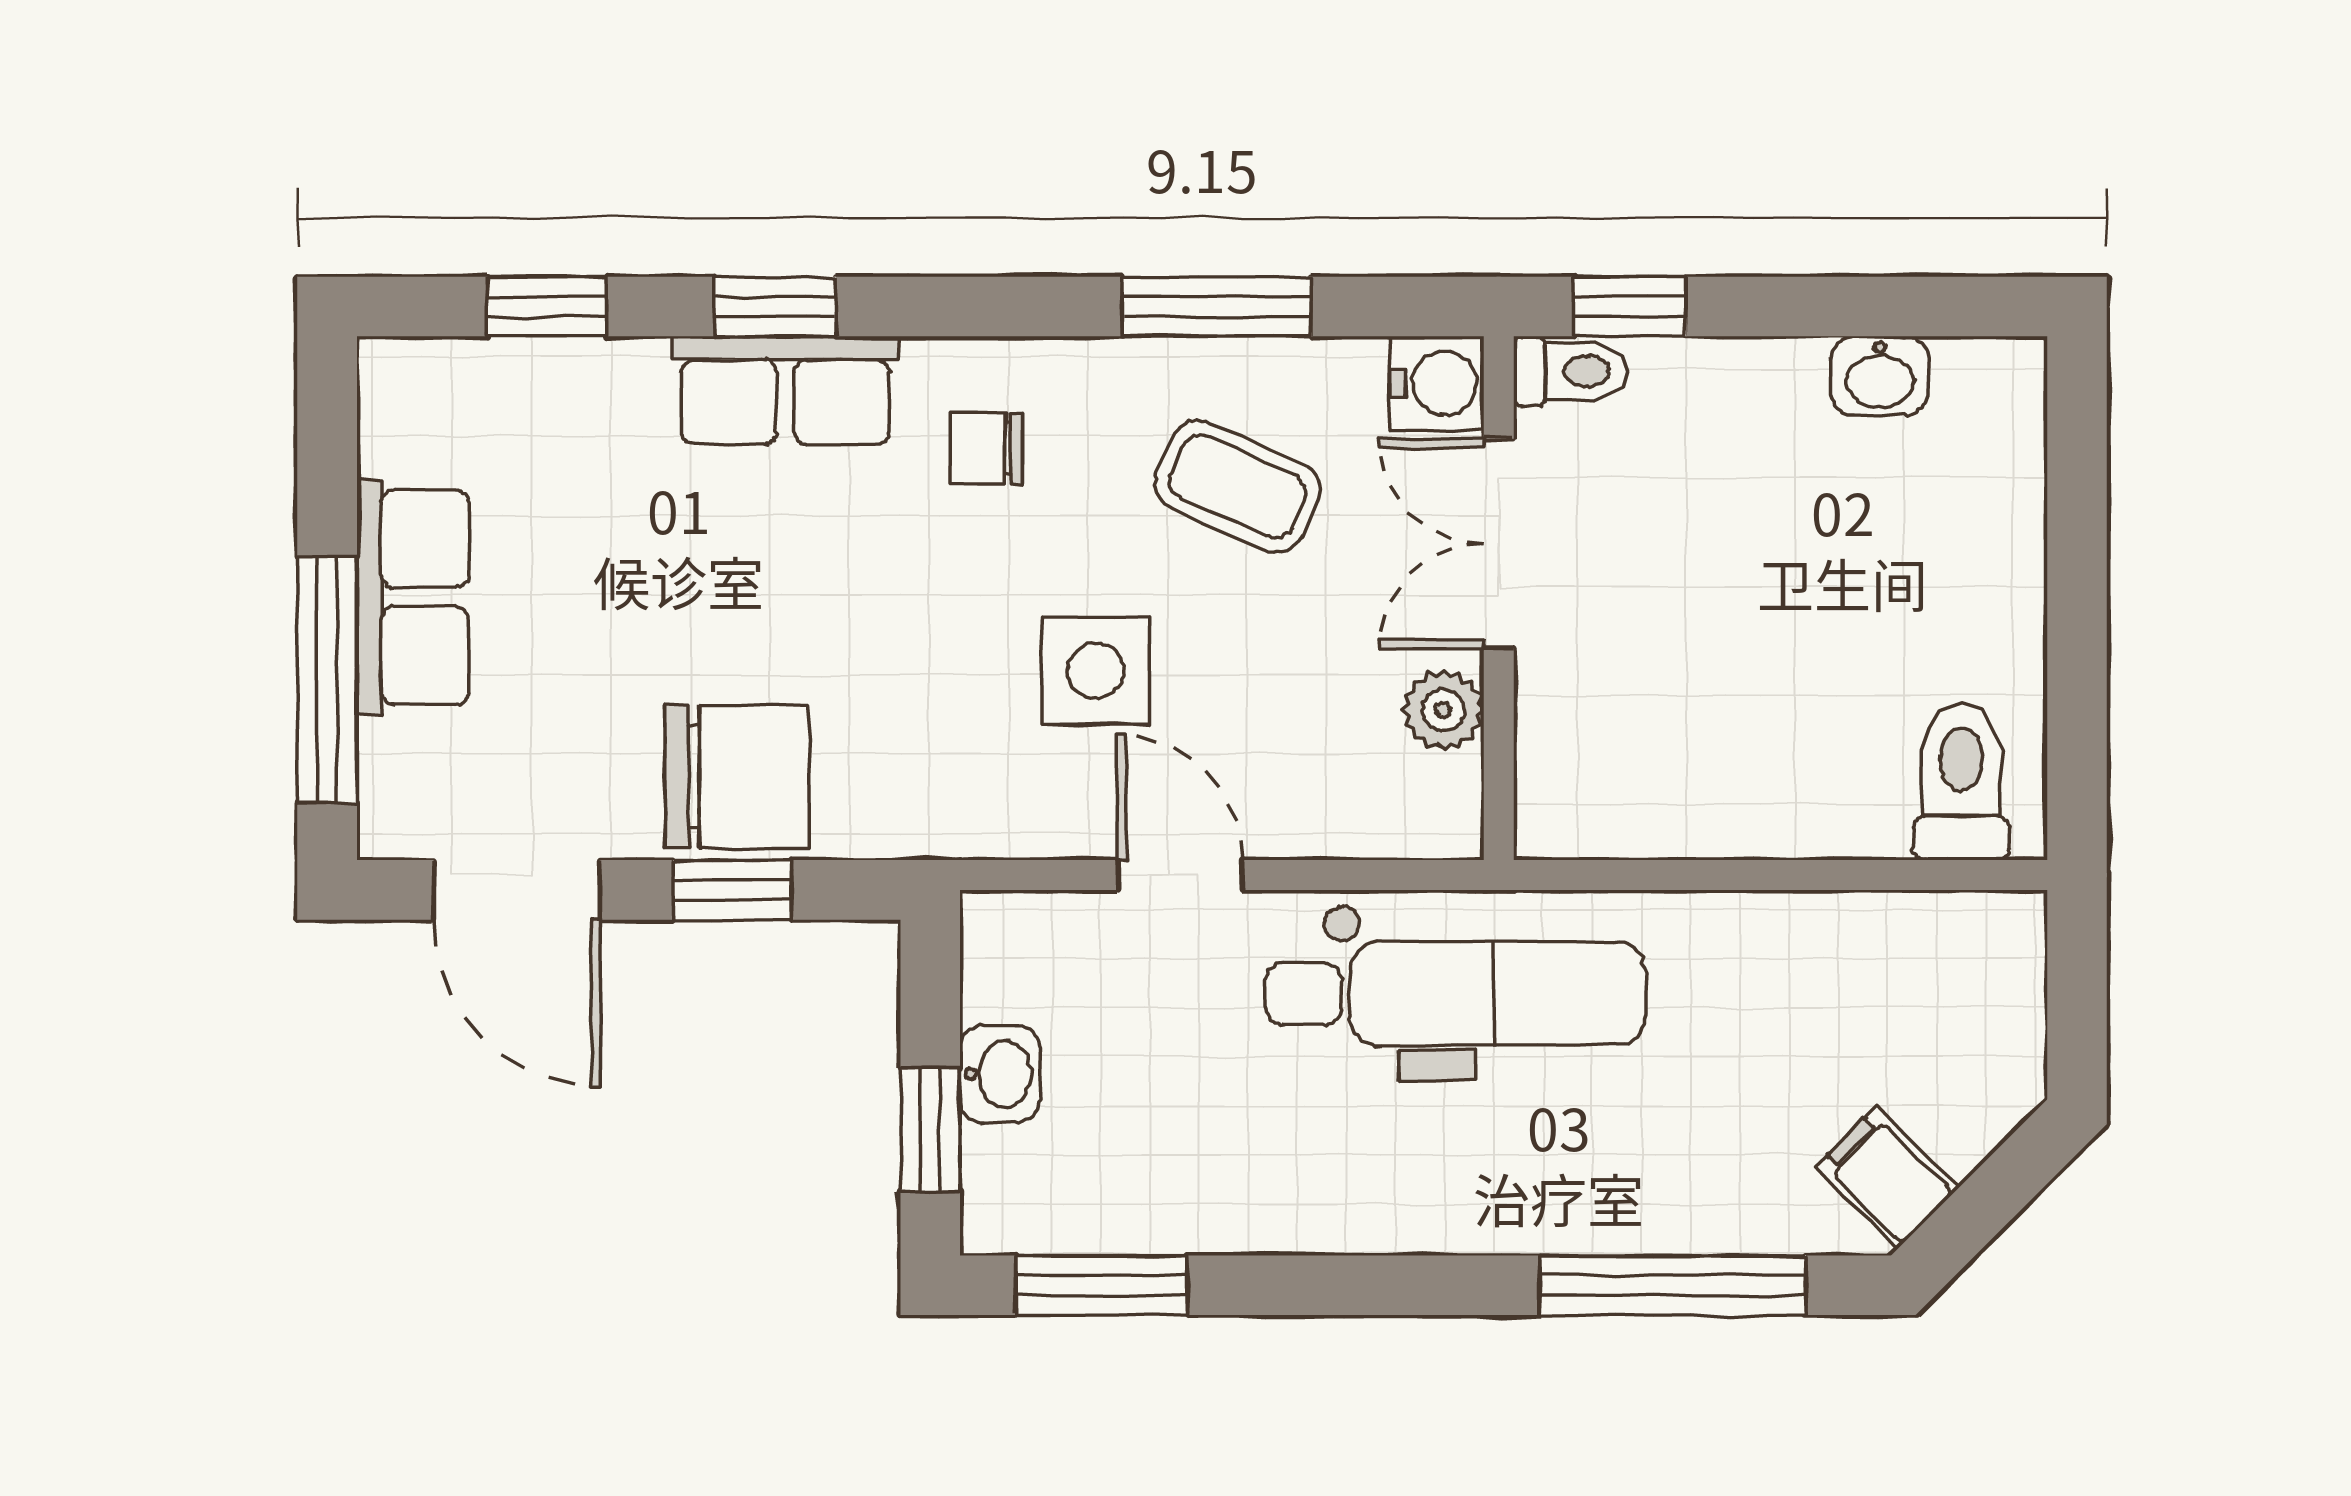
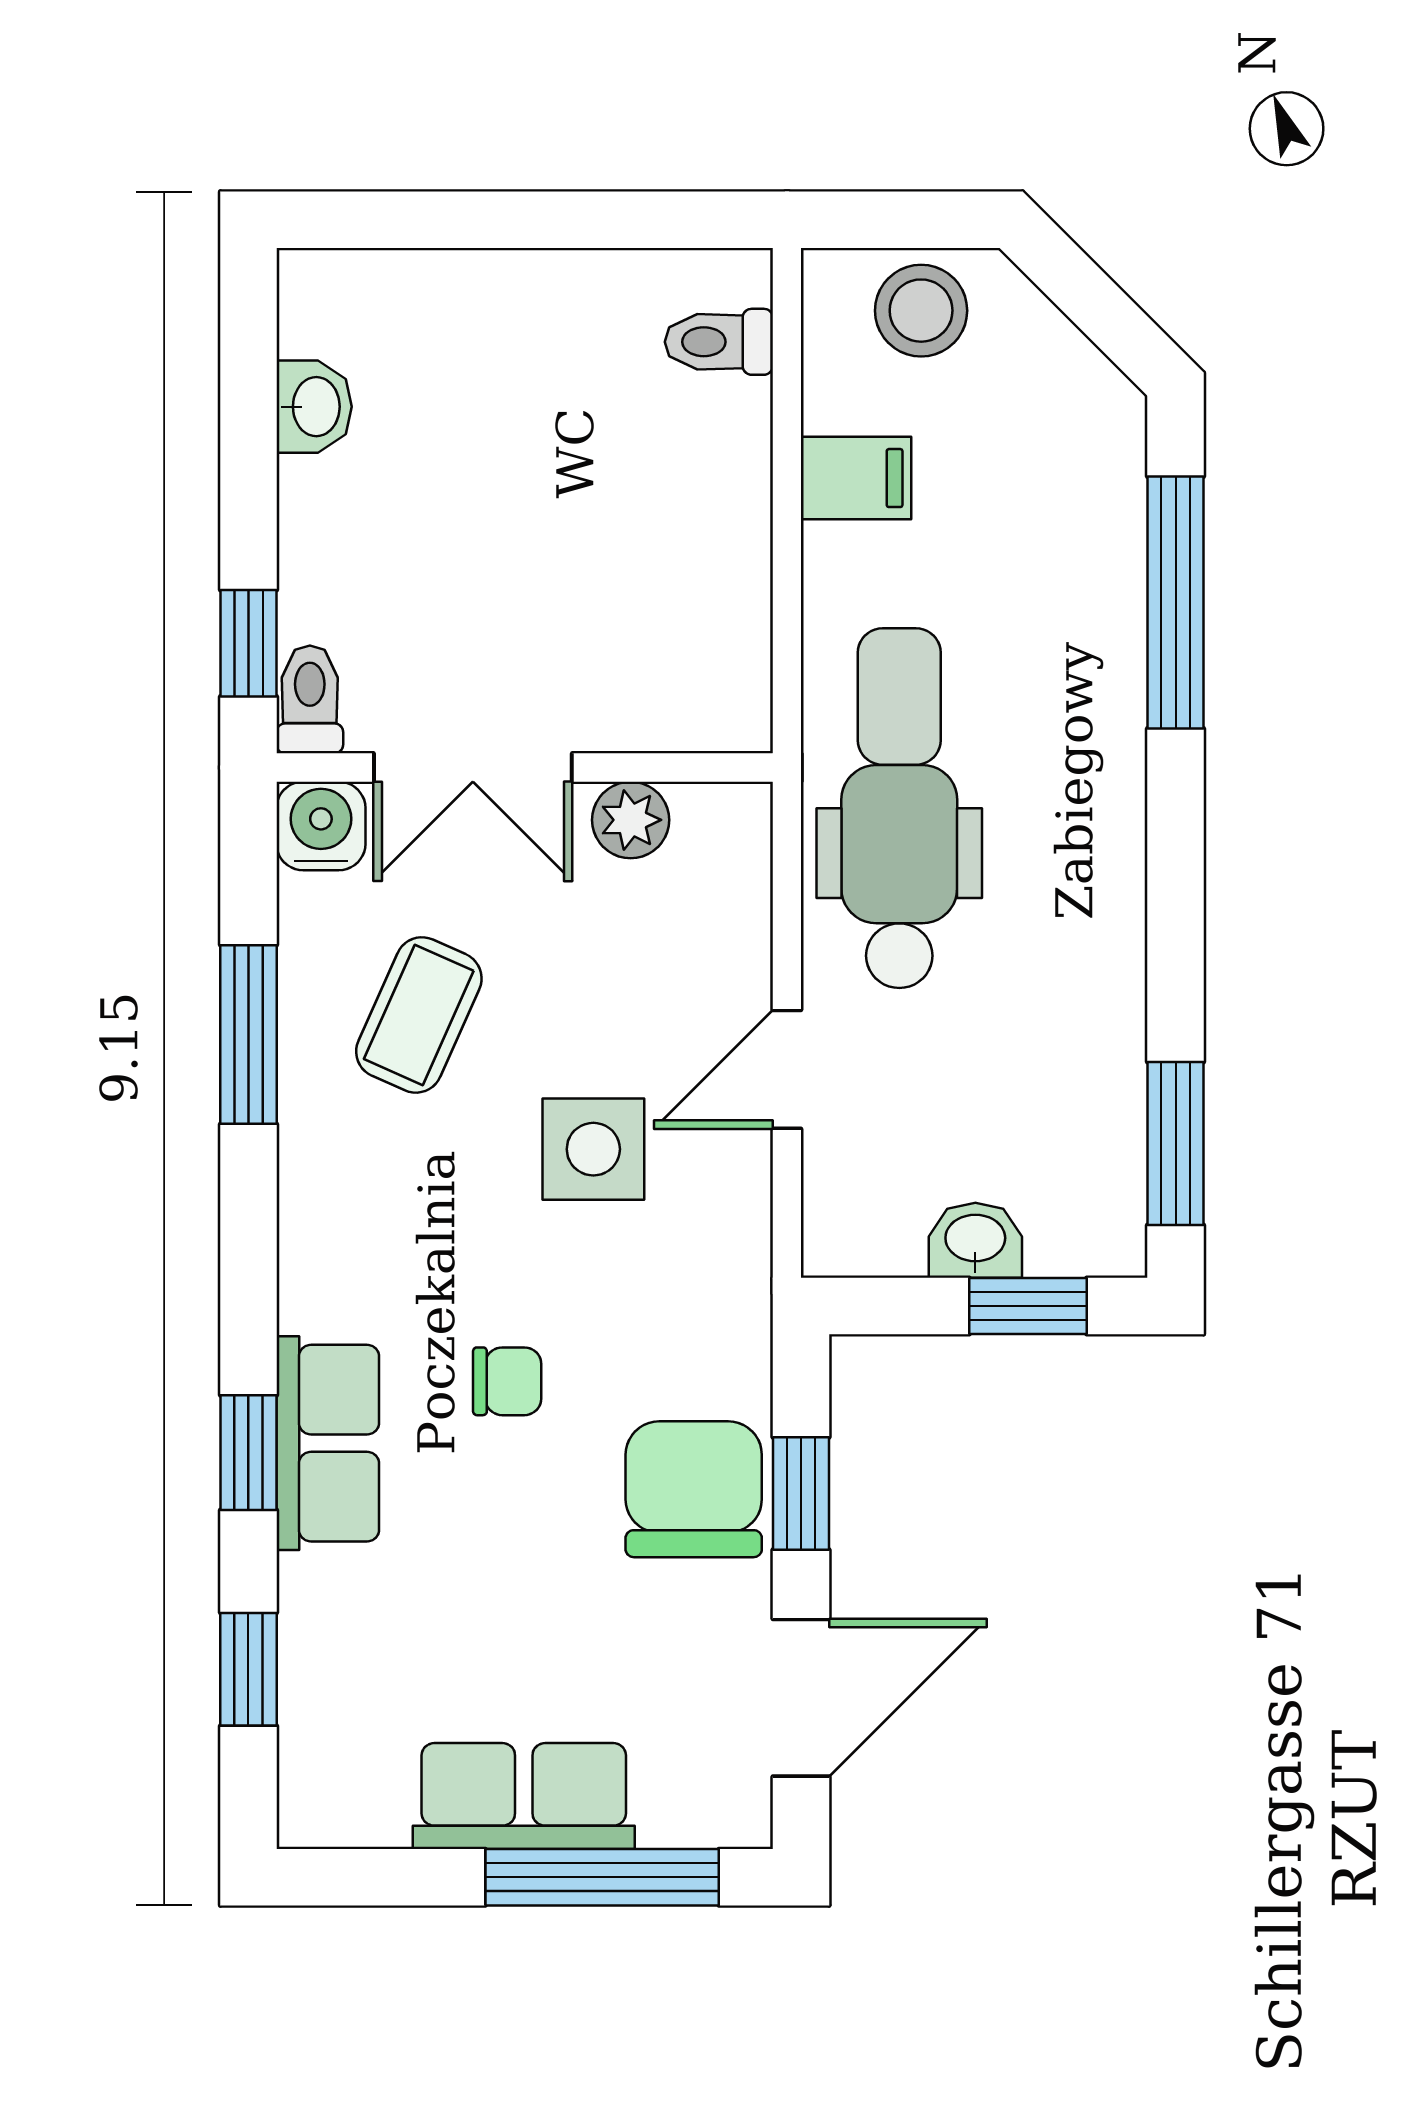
chair: (986, 448) -> (507, 1381), moved, turned -90
toilet: (1961, 781) -> (719, 342), width x0.73, depth x0.72
stool: (1981, 1017) -> (921, 311), added
filing cabinet: (1887, 1178) -> (856, 478), moved, turned -135

